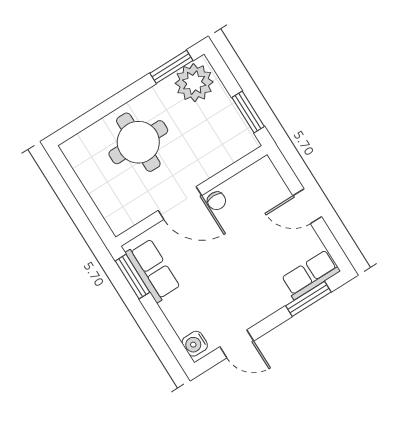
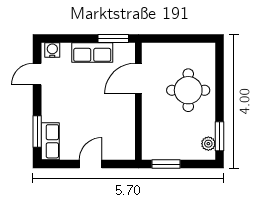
plant: (194, 83) -> (208, 144), width x0.53, depth x0.53
chair: (216, 201) -> (126, 114), removed
door: (180, 203) -> (138, 79), moved
row of seats: (153, 270) -> (92, 52), moved

